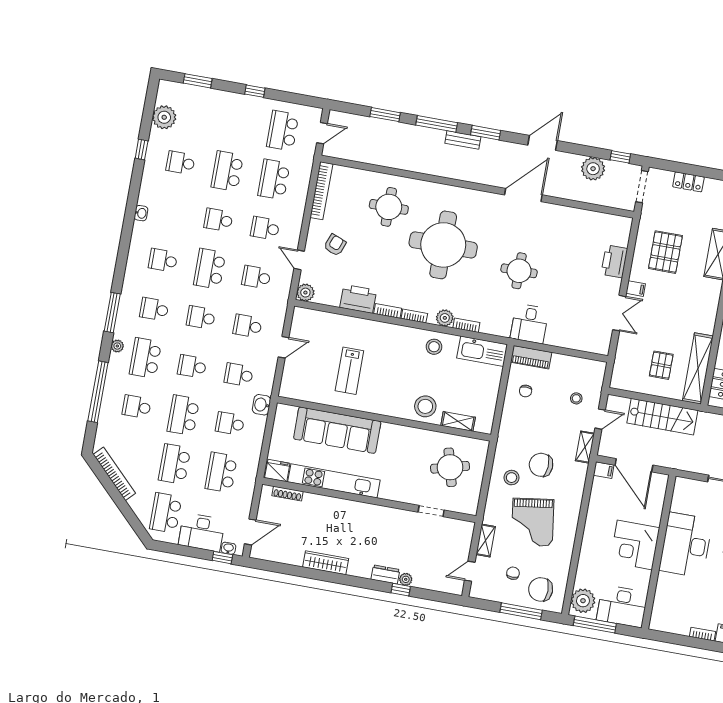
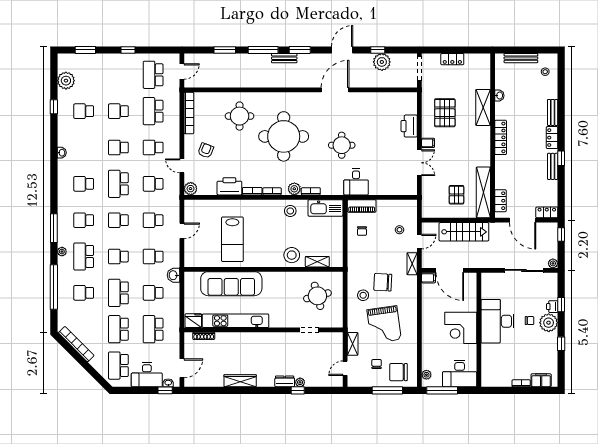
window: (620, 157) -> (378, 50), moved
school desk: (227, 171) -> (118, 111), width x0.54
lab bench: (349, 371) -> (232, 239), width x1.36, depth x1.39
plant: (583, 601) -> (426, 375), width x0.53, depth x0.53

